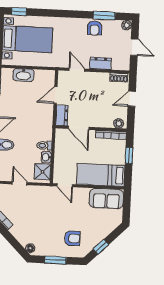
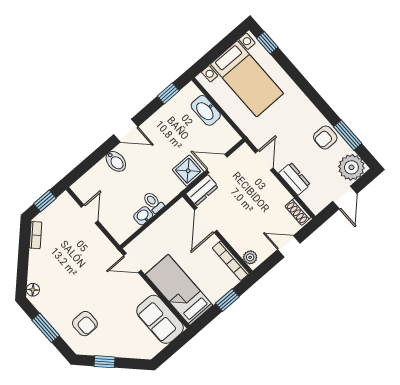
plant: (127, 25) -> (351, 167), width x1.88, depth x1.88
shower: (42, 172) -> (188, 171), moved
door: (65, 185) -> (132, 263), hinge flipped

